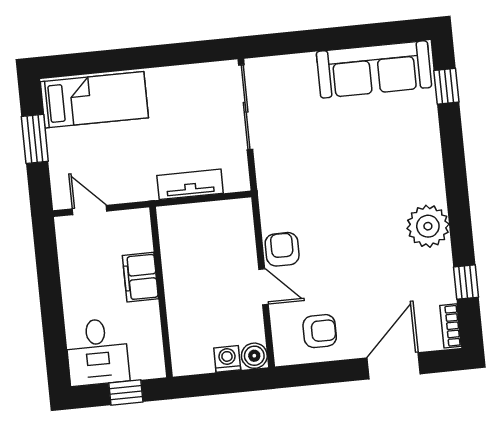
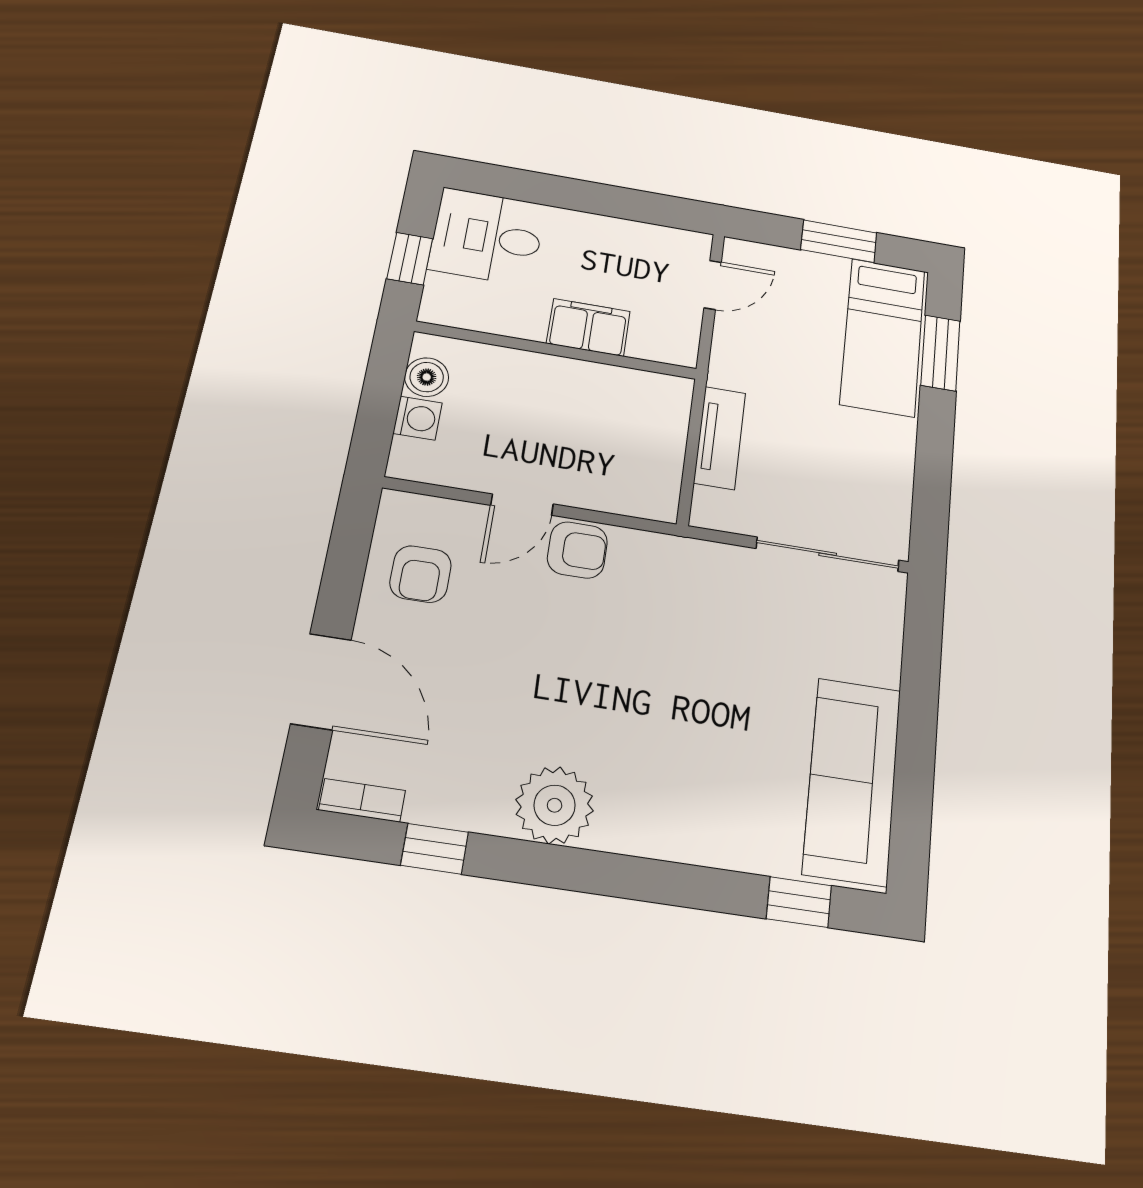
window: (95, 62) -> (940, 353), added
boiler: (254, 356) -> (427, 377), moved

